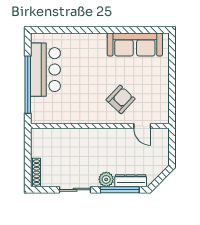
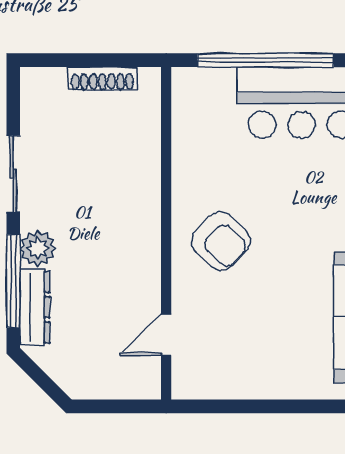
armchair: (121, 99) -> (221, 241), moved
shoe rack: (35, 173) -> (102, 79), moved

